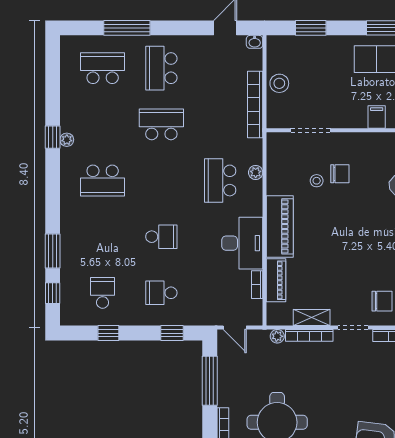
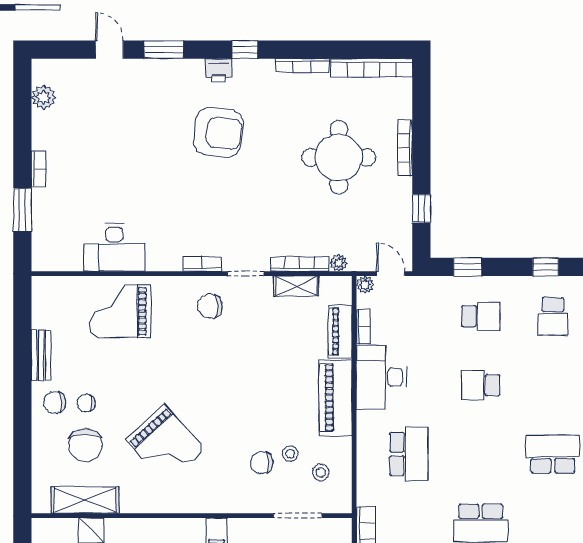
stool: (292, 166) -> (321, 472), added
plant: (256, 172) -> (365, 285), moved
window: (210, 381) -> (421, 208), width x0.46

